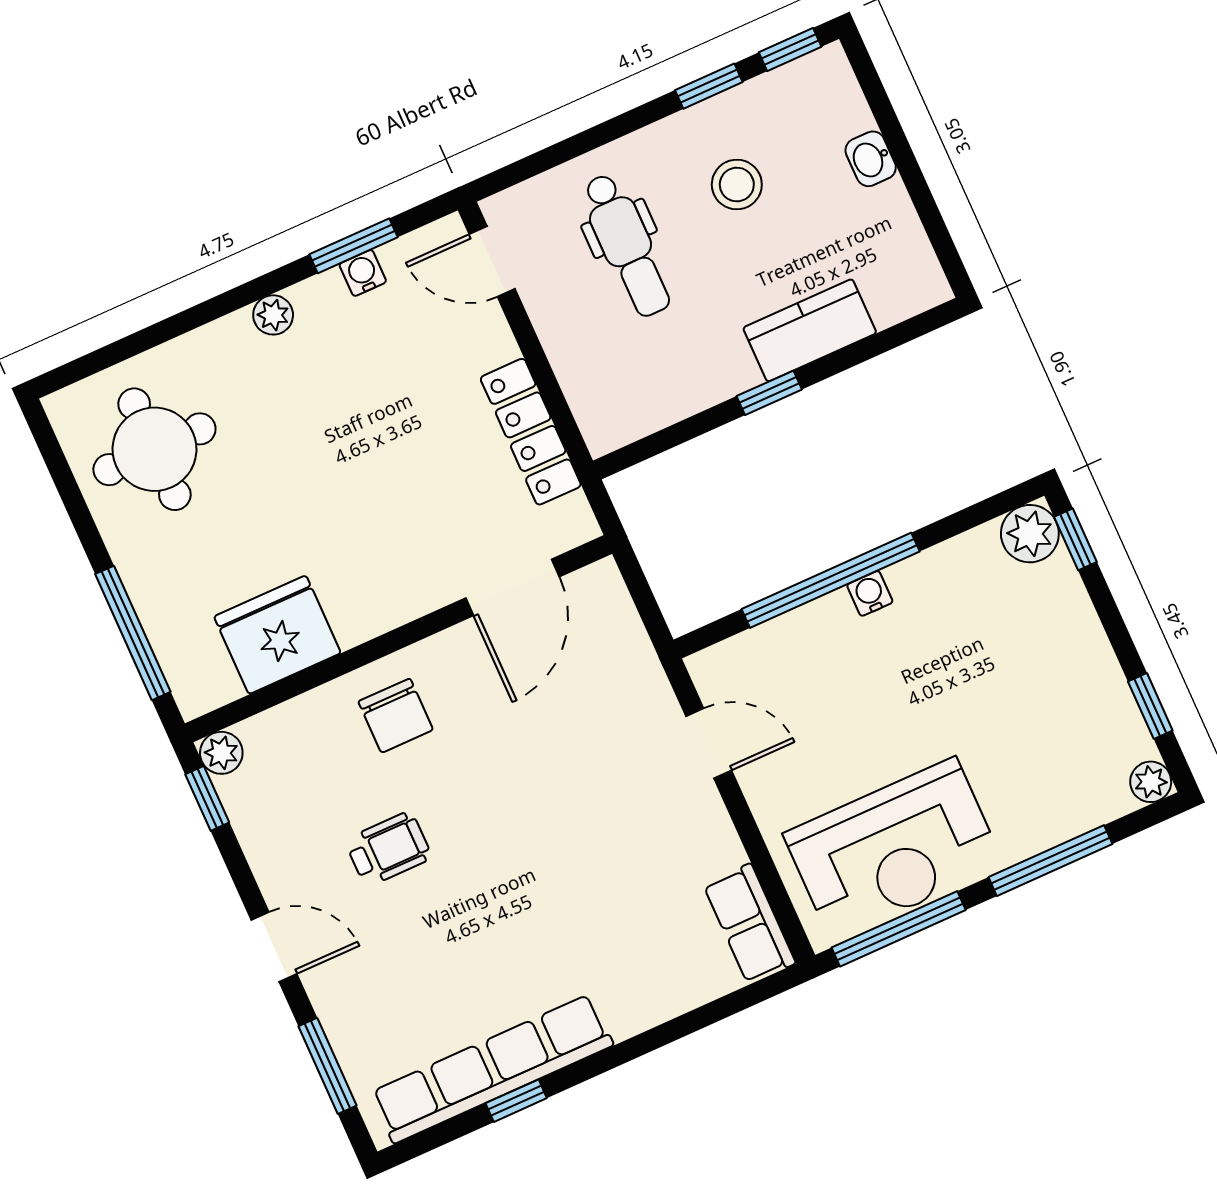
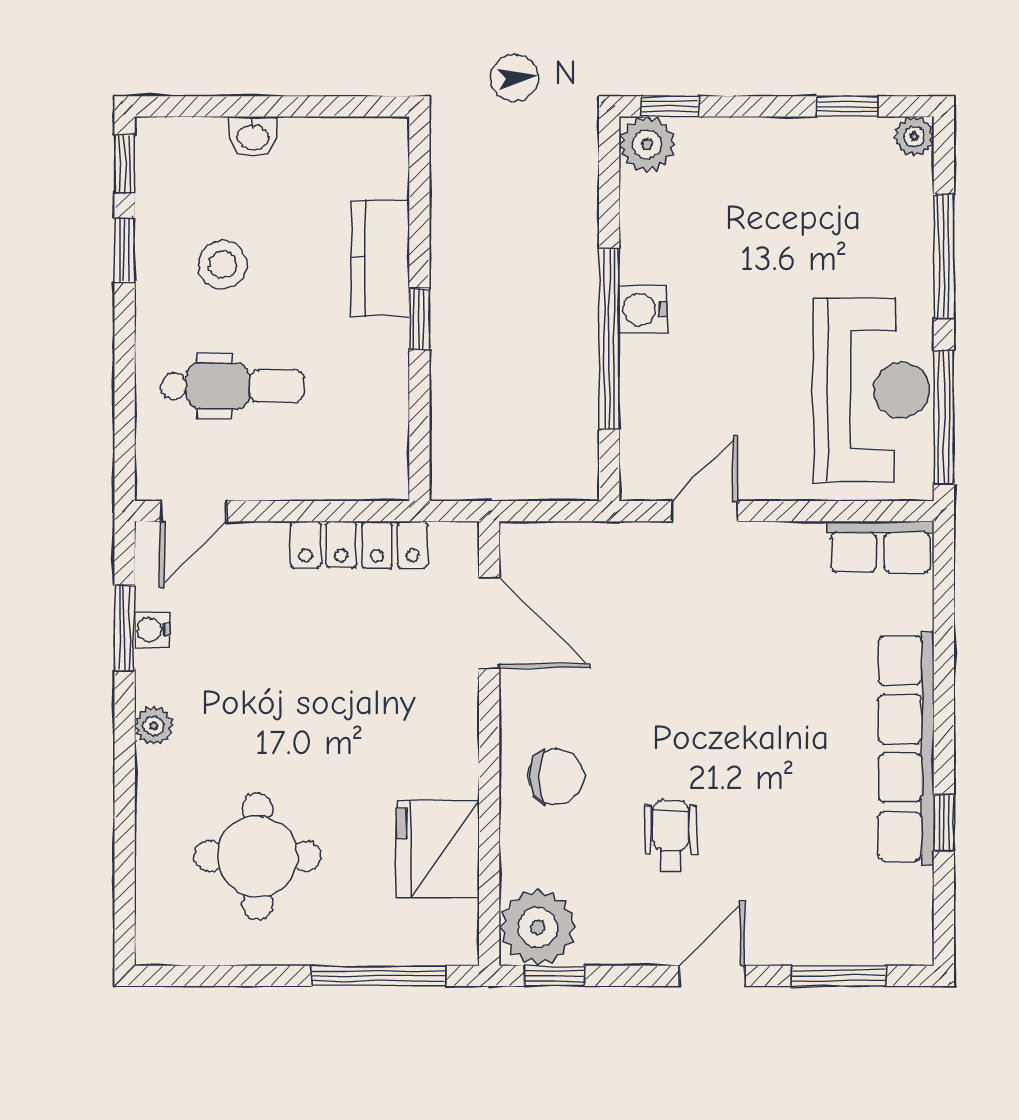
round table: (154, 449) -> (258, 856), moved
water cooler: (870, 593) -> (643, 309), width x1.38, depth x1.38
plant: (221, 753) -> (538, 927), width x1.88, depth x1.88
row of seats: (492, 1069) -> (906, 748), moved

